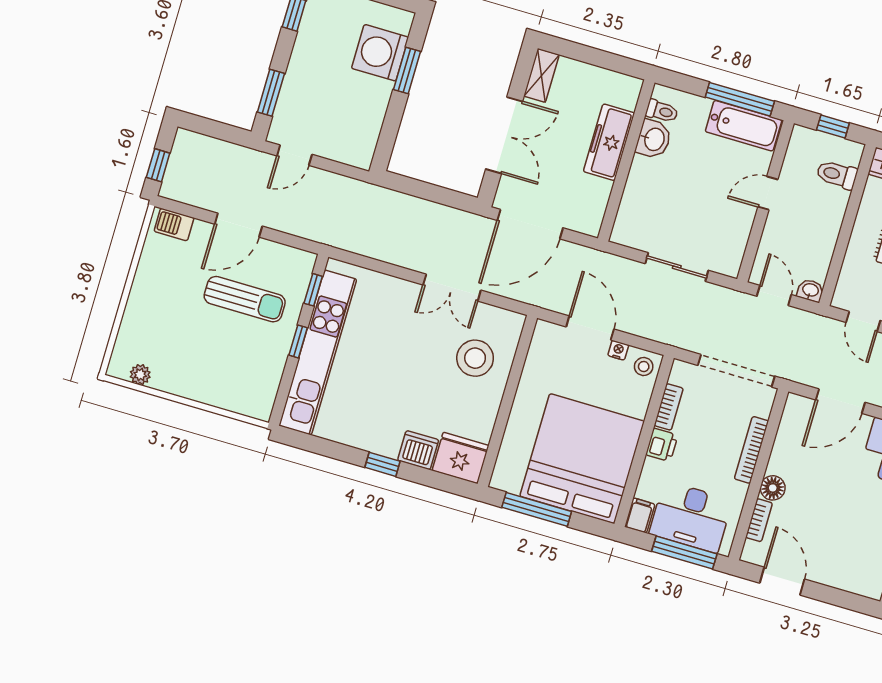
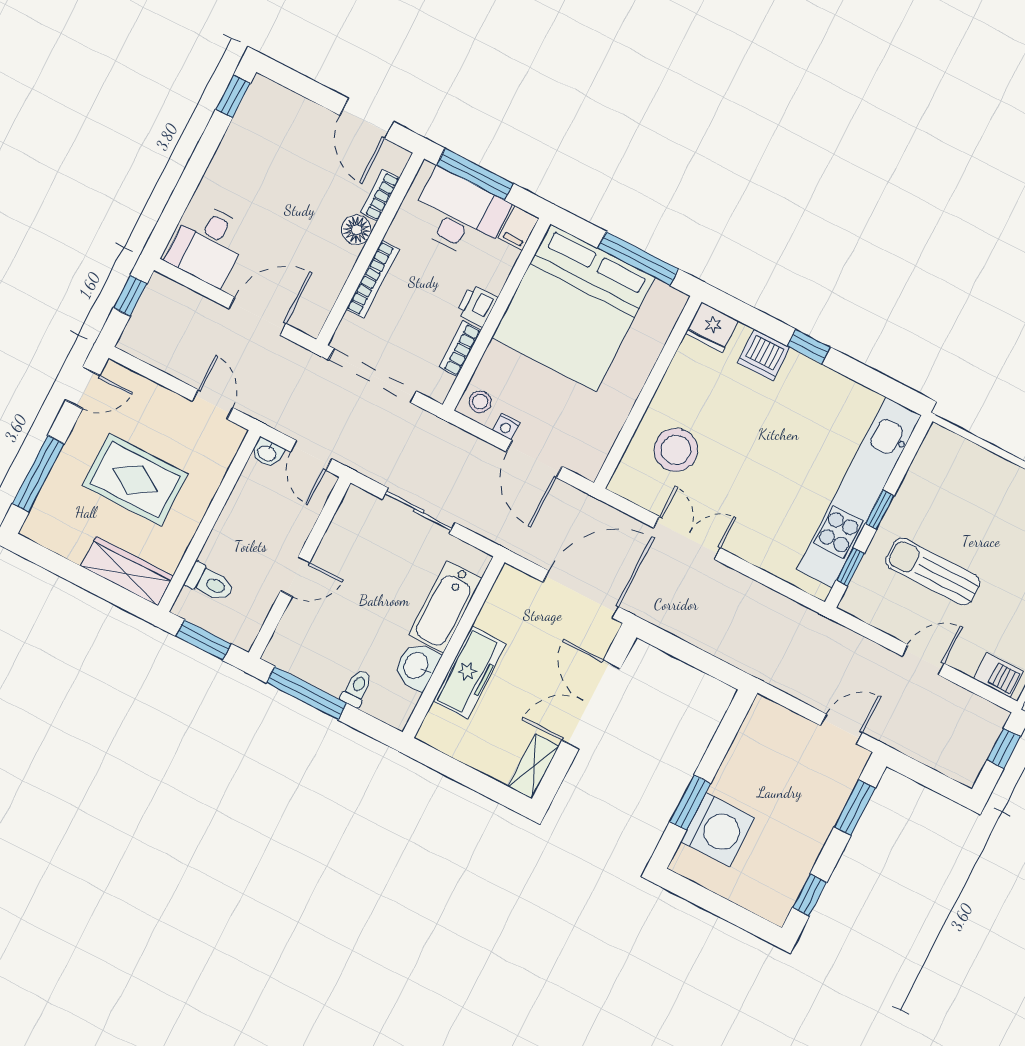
toilet: (662, 111) -> (357, 688), moved, turned 90
bathtub: (744, 126) -> (445, 607), moved, turned -90
window: (833, 126) -> (204, 640), width x1.50
door: (238, 225) -> (923, 660), width x0.73
fridge: (460, 458) -> (712, 327), width x0.73, depth x0.75

